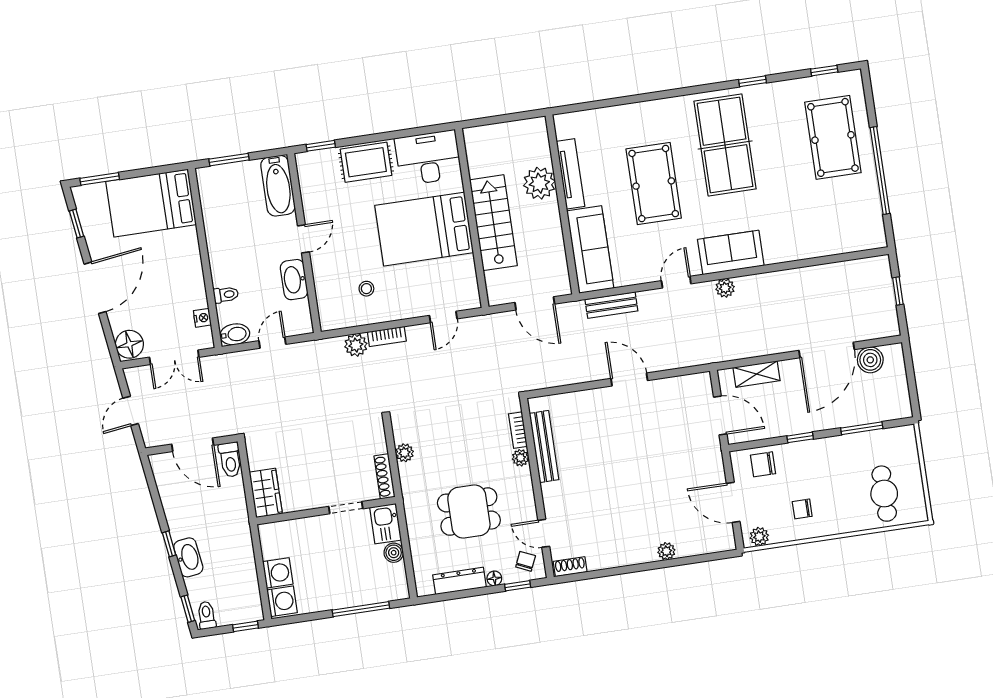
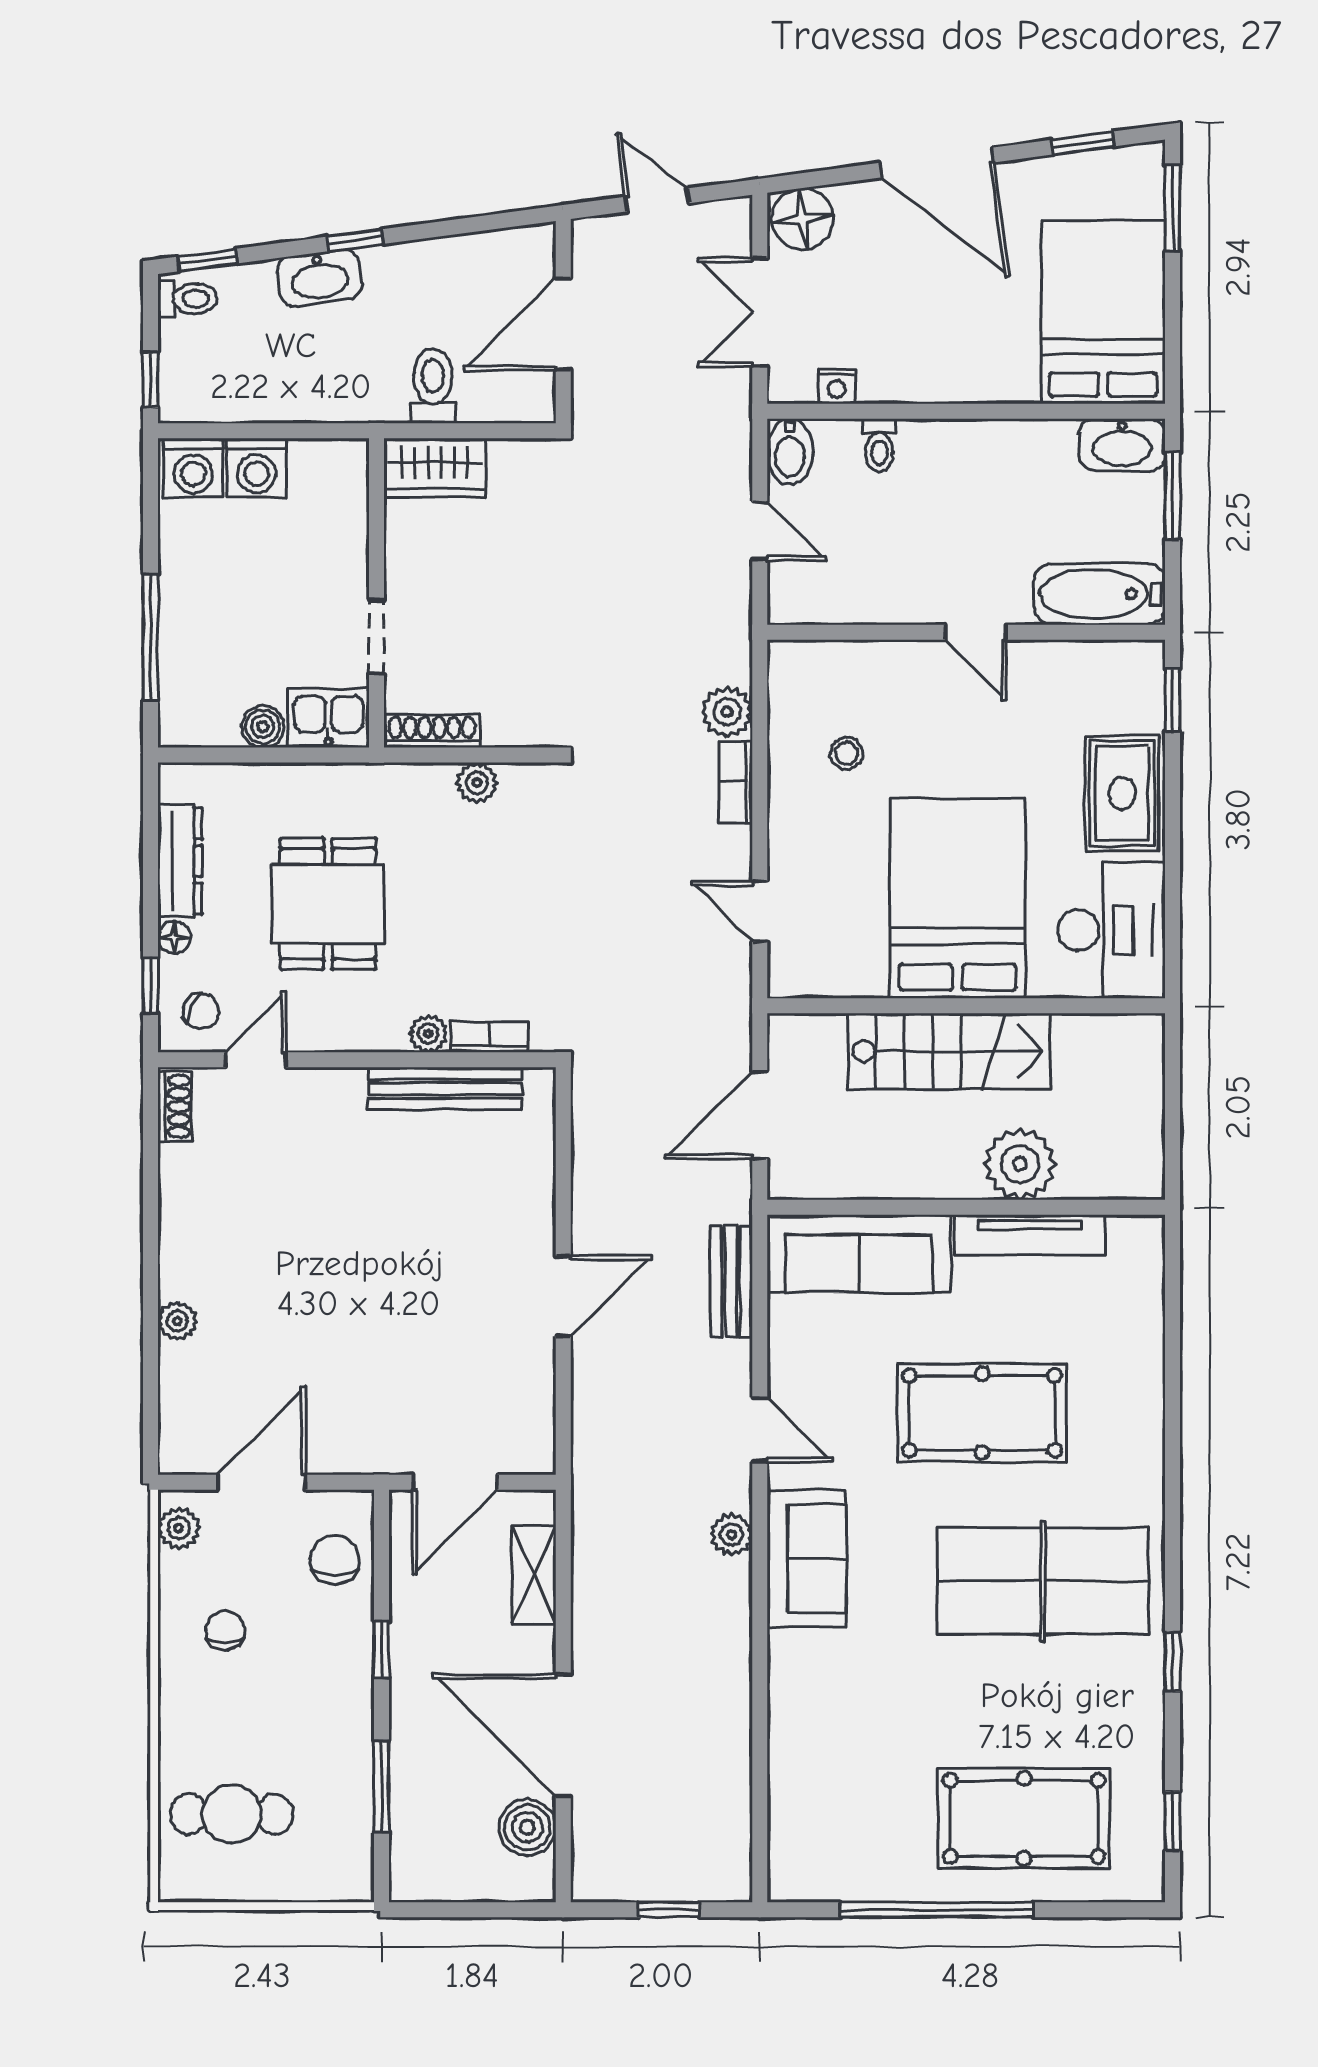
washbasin: (294, 280) -> (1122, 445), moved, turned 180
toilet: (230, 460) -> (433, 386), moved, turned 90

